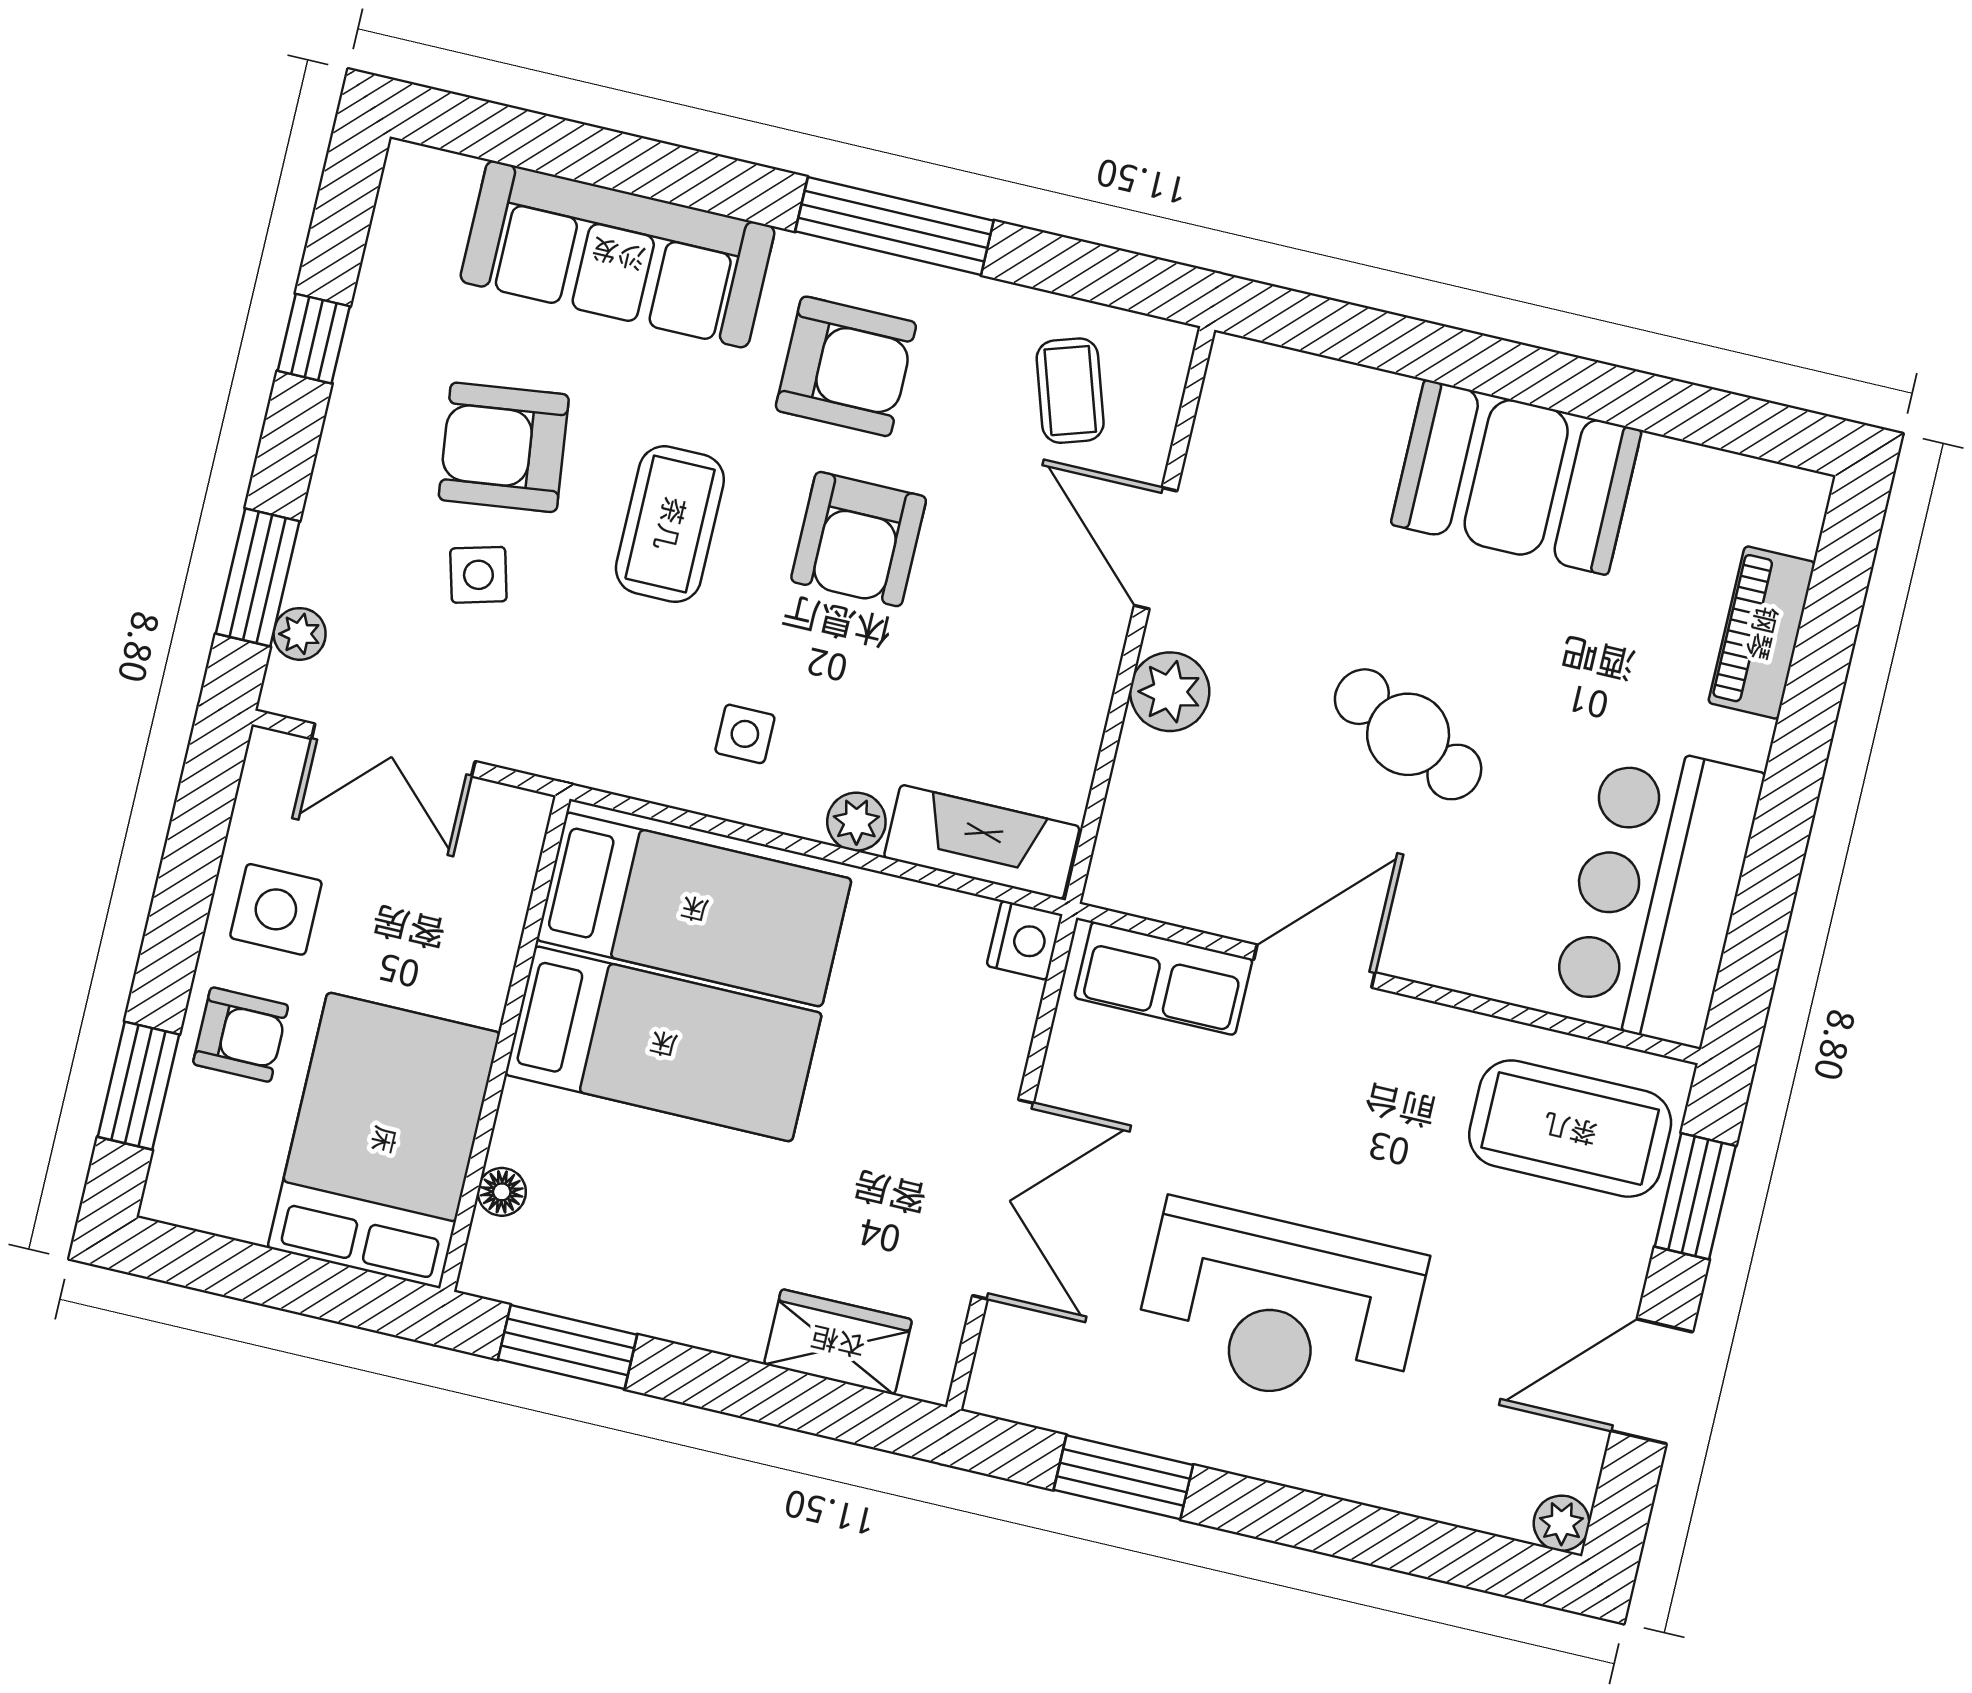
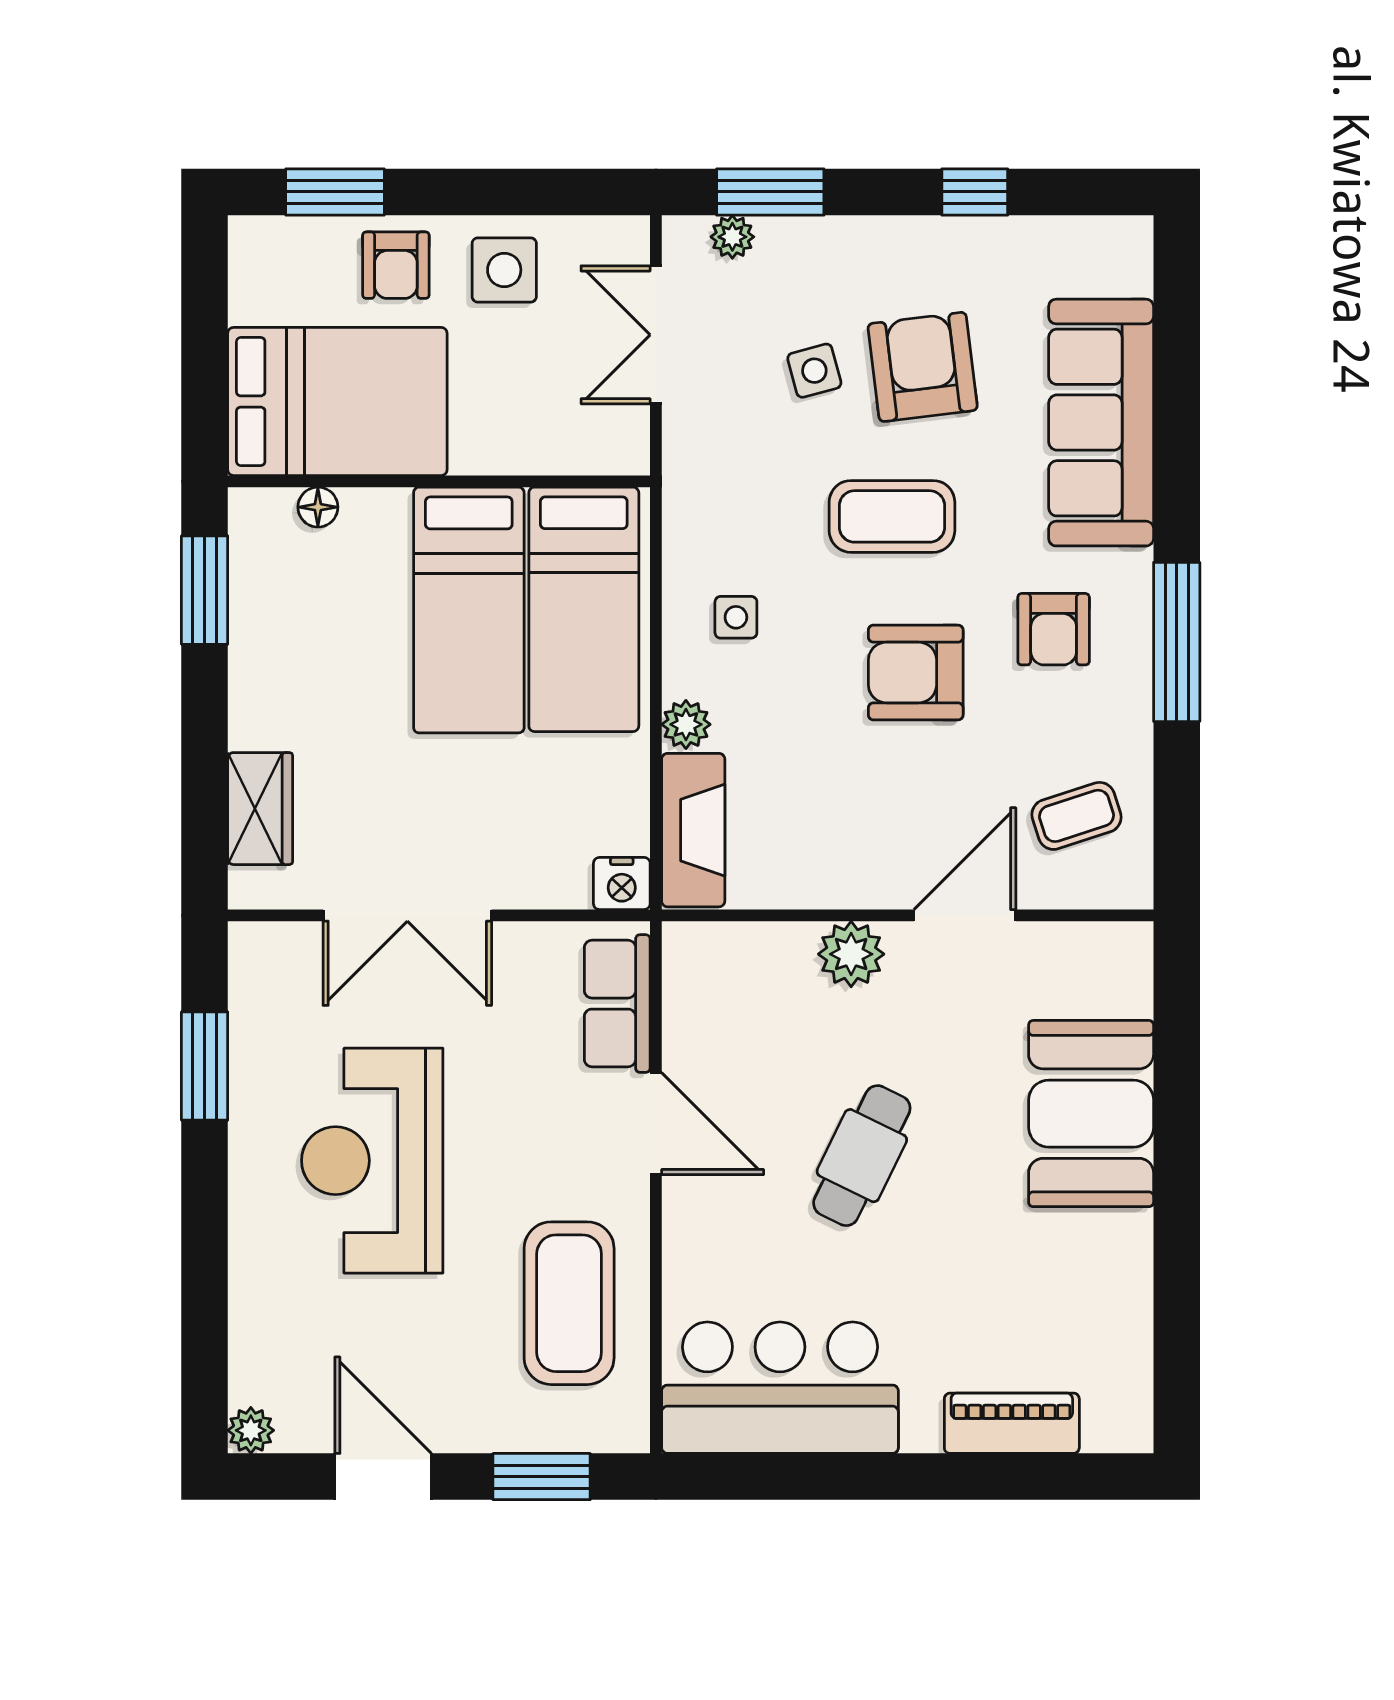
armchair: (846, 366) -> (1054, 629), width x0.72, depth x0.72
booth: (1516, 477) -> (1091, 1114), moved
coffee table: (1570, 1129) -> (569, 1303), moved

